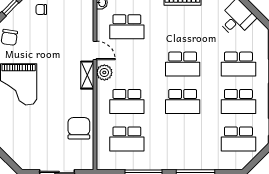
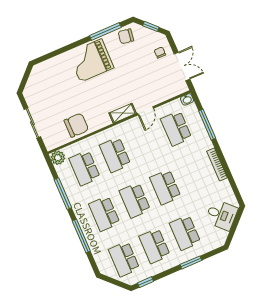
plant: (104, 72) -> (58, 158), moved
school desk: (183, 139) -> (104, 214), added

